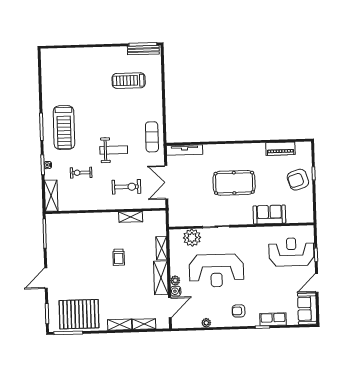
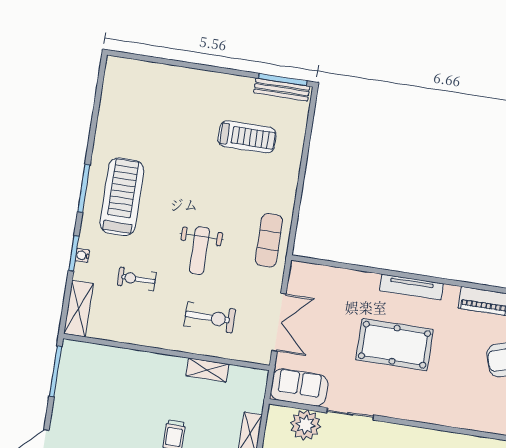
treadmill: (129, 81) -> (247, 137), turned 180
treadmill: (64, 128) -> (122, 197), turned 180
weight bench: (114, 150) -> (200, 251), turned 90
tv unit: (185, 150) -> (411, 287), moved
double door: (166, 182) -> (279, 322), swing flipped
sofa: (269, 215) -> (299, 387), moved

